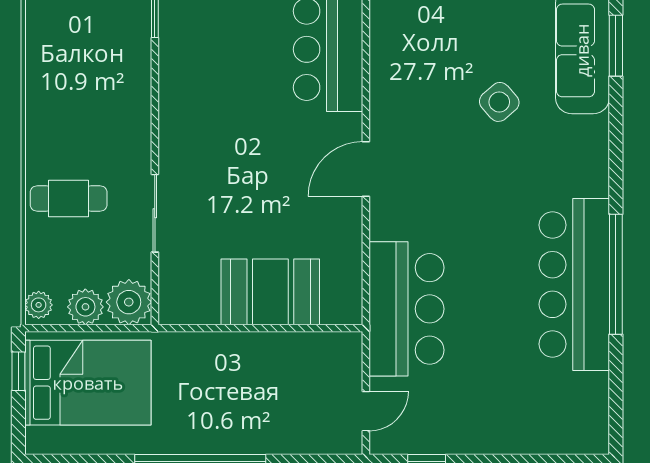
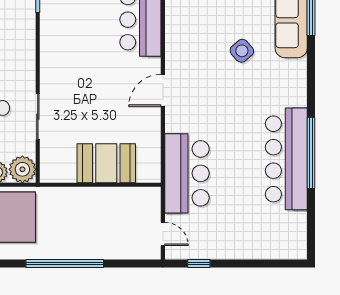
door: (366, 411) -> (163, 234), hinge flipped

